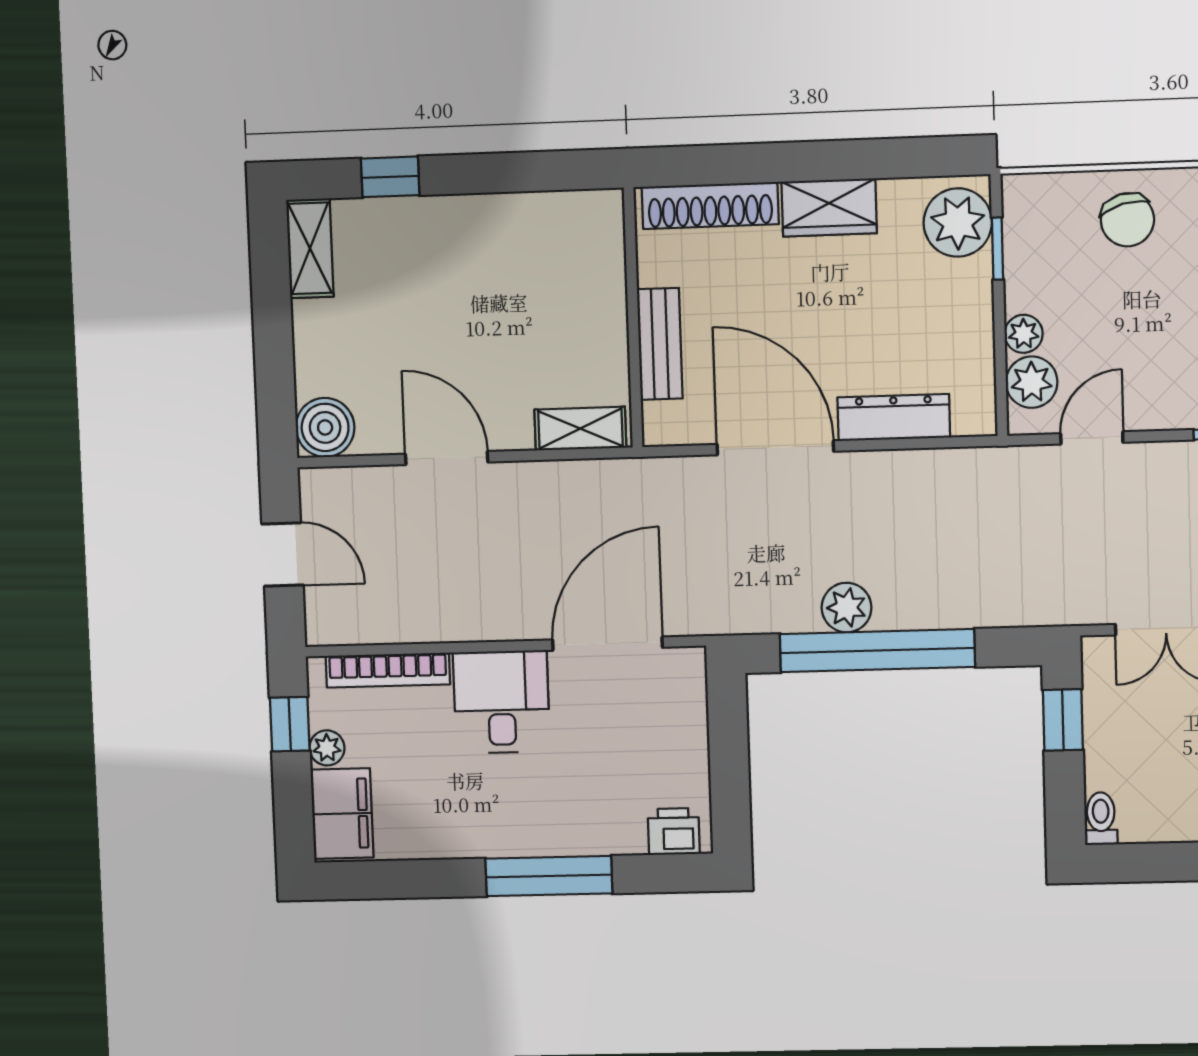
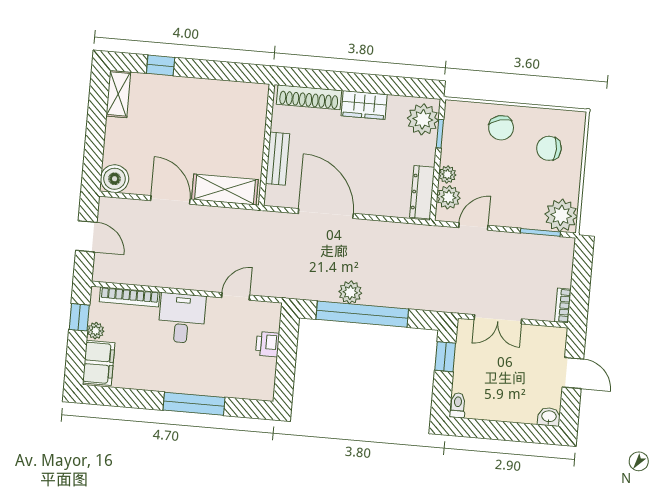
dresser: (894, 417) -> (422, 192), moved, turned -90
shelving: (580, 429) -> (225, 190), width x1.50, depth x1.33
door: (607, 644) -> (236, 296), width x0.53
printer: (674, 831) -> (268, 344), moved, turned -90

